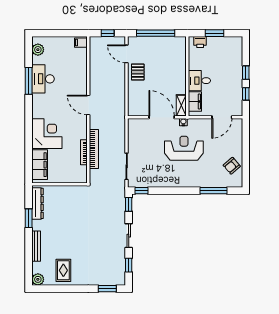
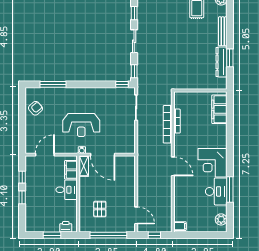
pallet: (138, 72) -> (100, 209), moved
corner desk: (47, 134) -> (213, 163), moved
dresser: (38, 203) -> (221, 62), moved

